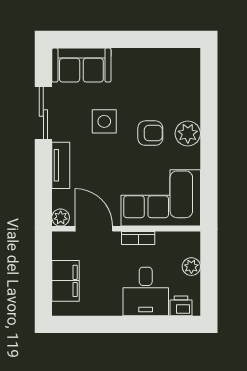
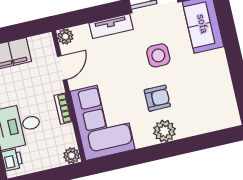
armchair: (150, 133) -> (157, 98), turned -90
door: (94, 229) -> (62, 68), width x0.73
plant: (191, 267) -> (72, 156), moved

